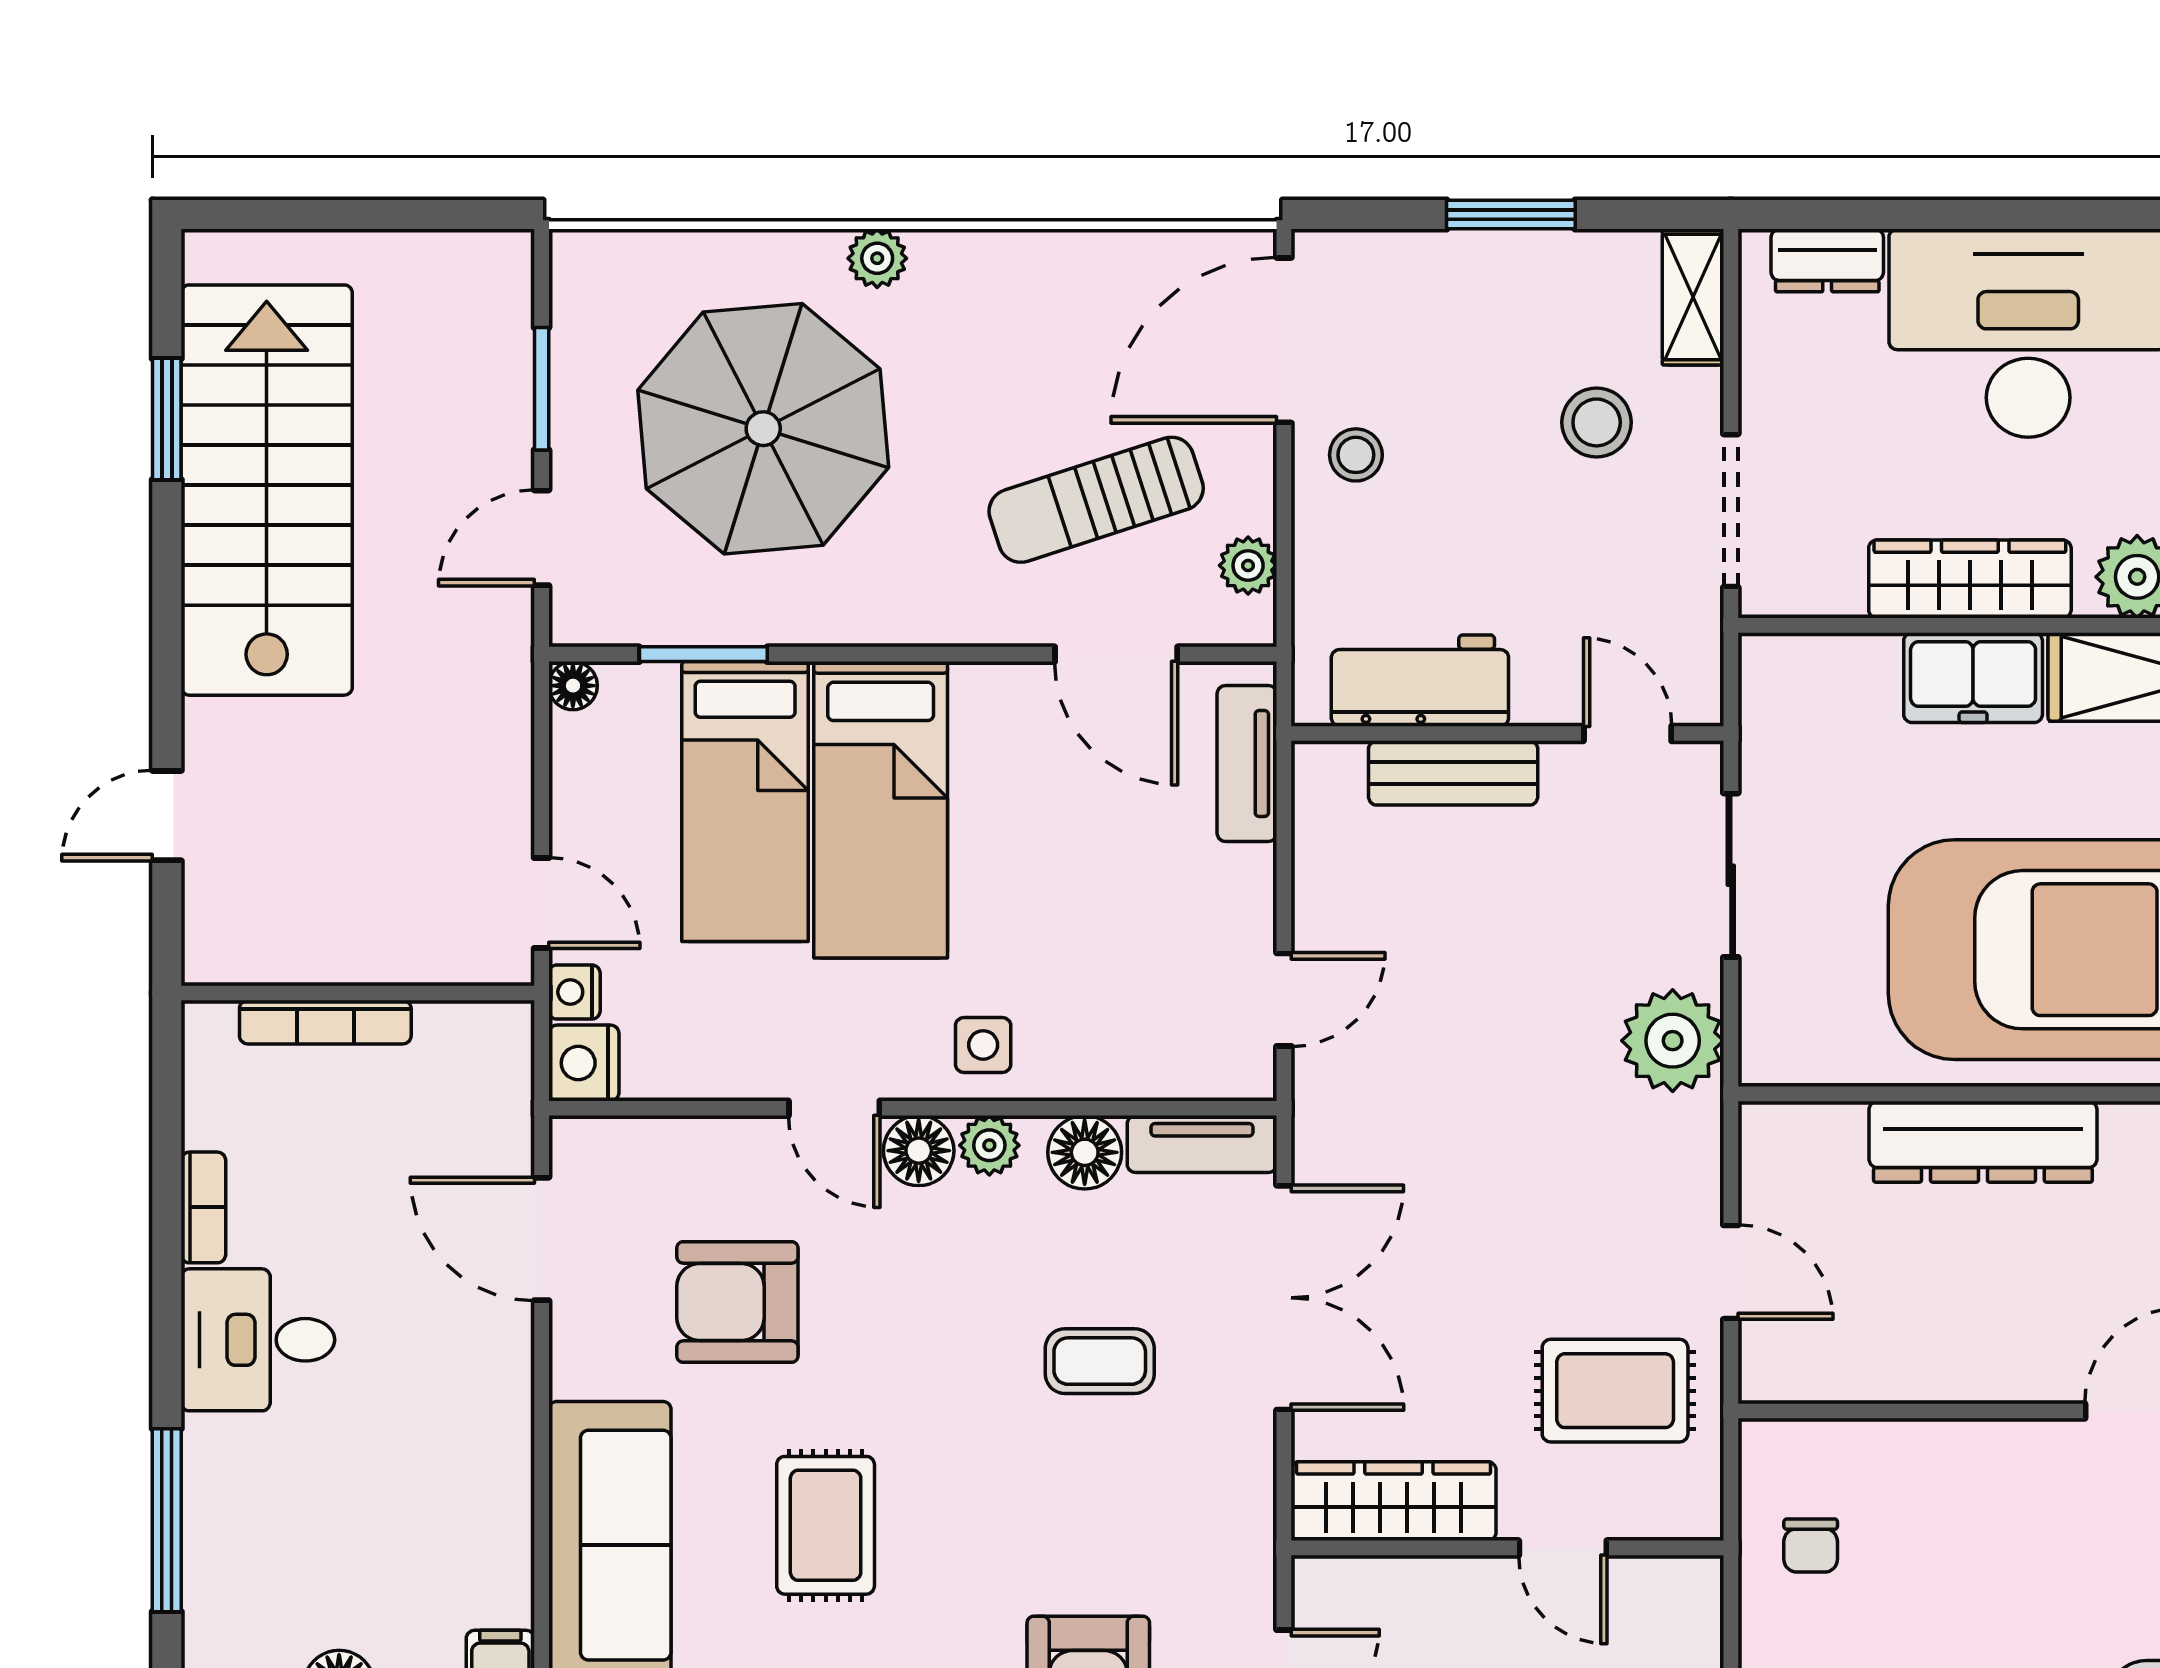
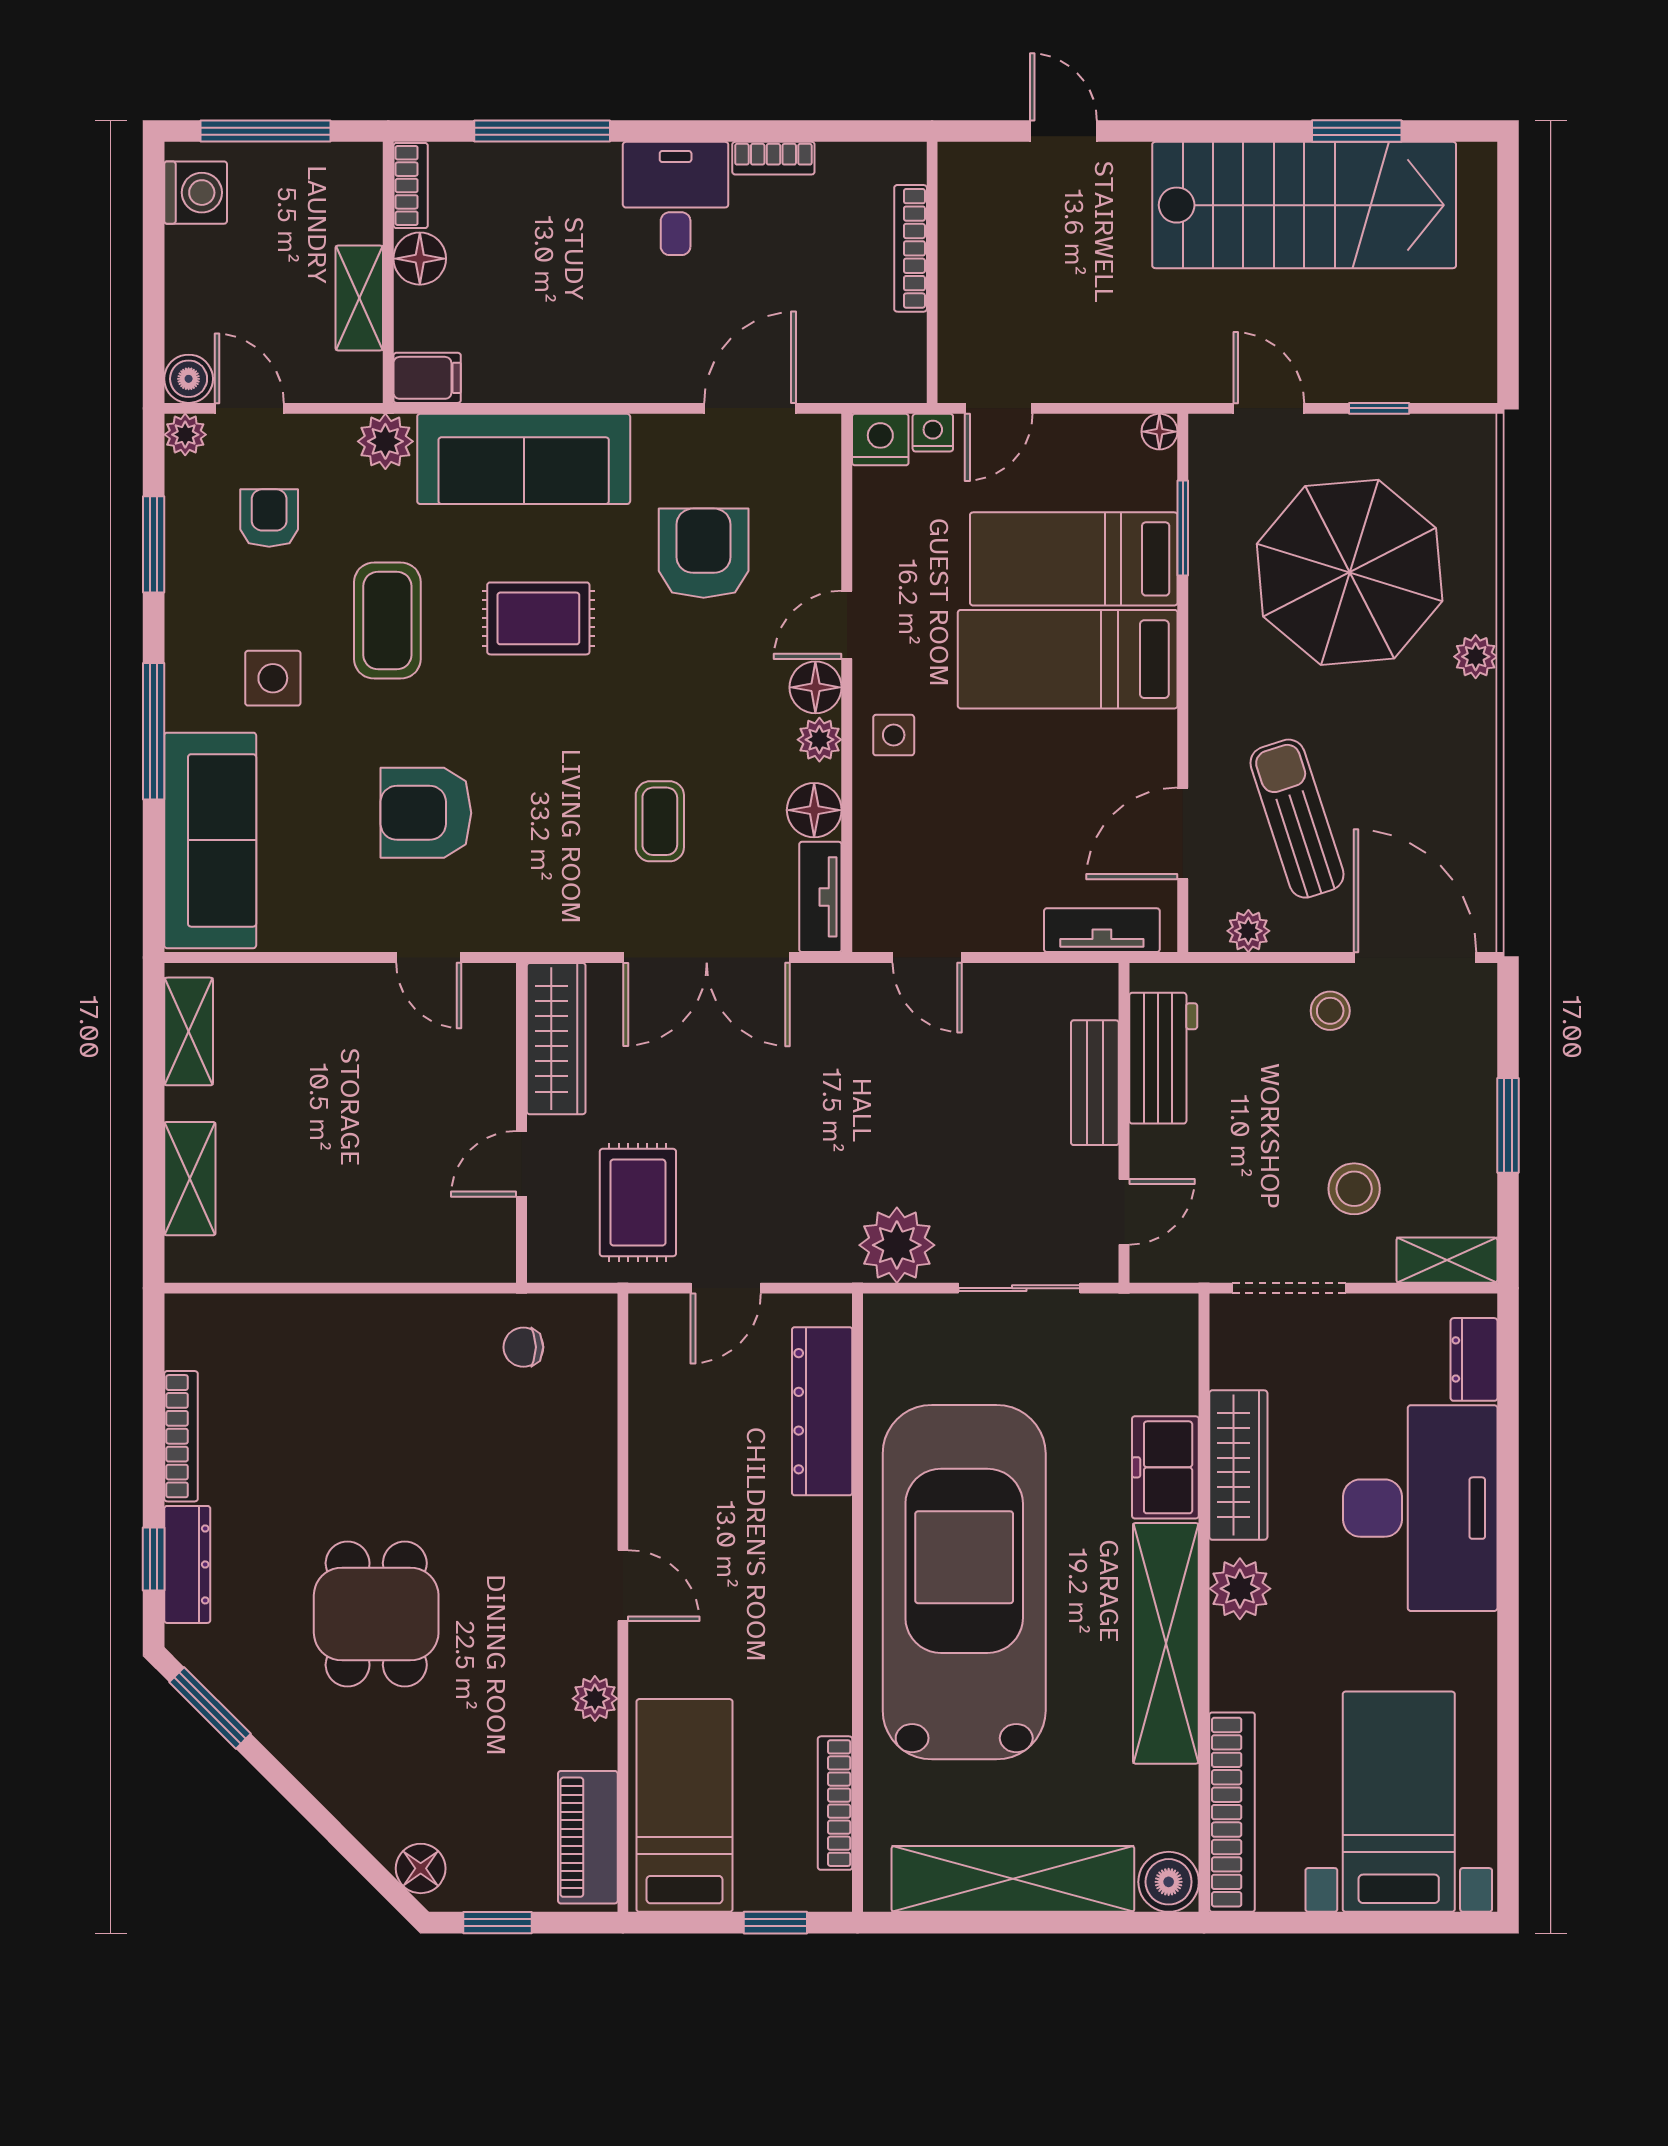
window: (542, 389) -> (1379, 408), width x0.67
dresser: (1983, 1142) -> (822, 1411), moved

